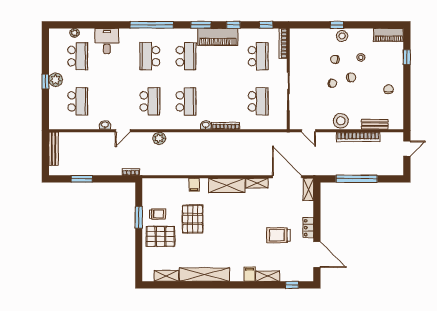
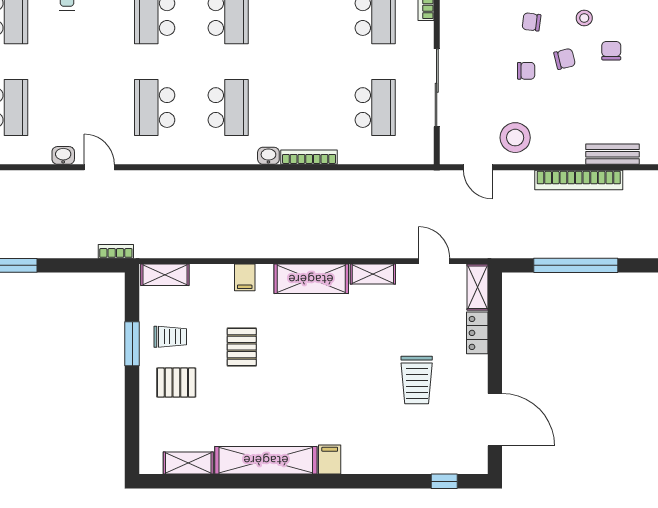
chair: (388, 89) -> (611, 51), moved
school desk: (150, 101) -> (155, 108), turned 180
stool: (341, 121) -> (515, 138), moved
door: (123, 131) -> (99, 167), swing flipped
plant: (159, 138) -> (174, 183), removed
door: (287, 177) -> (434, 261), width x0.53
pallet: (193, 219) -> (242, 347), width x0.67, depth x0.71
locker: (308, 228) -> (477, 333), moved
trolley: (278, 235) -> (417, 380), turned -90
pallet: (160, 236) -> (176, 383), width x0.67, depth x0.71
filing cabinet: (250, 274) -> (330, 460), moved
shelving: (268, 276) -> (165, 275), moved

